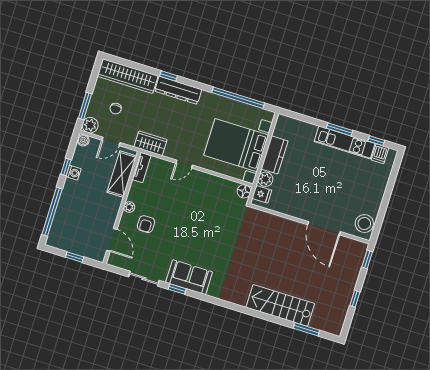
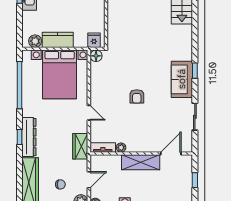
window: (169, 76) -> (20, 137), moved
door: (111, 141) -> (89, 180), hinge flipped
shelving: (122, 174) -> (141, 162), moved
plant: (265, 179) -> (35, 41), moved
plant: (129, 207) -> (121, 148), moved
armchair: (146, 224) -> (137, 96), moved, turned 90
window: (177, 289) -> (195, 71), moved

